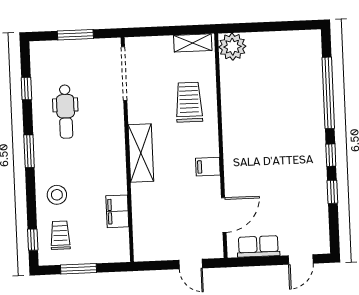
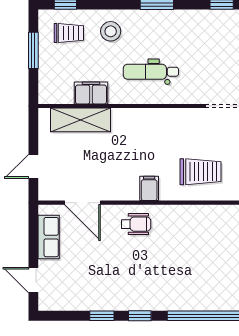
dental chair: (66, 112) -> (151, 72), moved
shelving: (141, 153) -> (81, 120), moved
wheelchair: (242, 162) -> (136, 224), added
filing cabinet: (208, 167) -> (149, 188), moved

